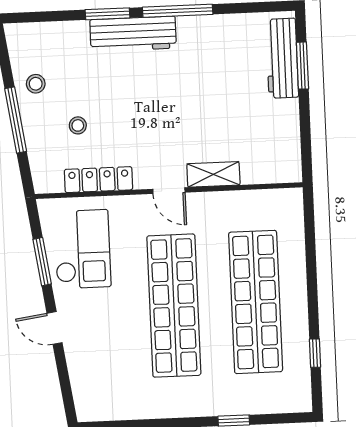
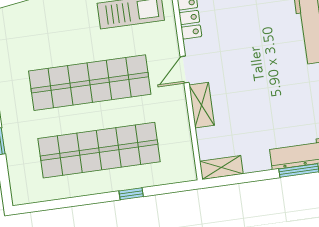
shelving: (290, 158) -> (221, 168), added
window: (315, 353) -> (131, 194), moved

